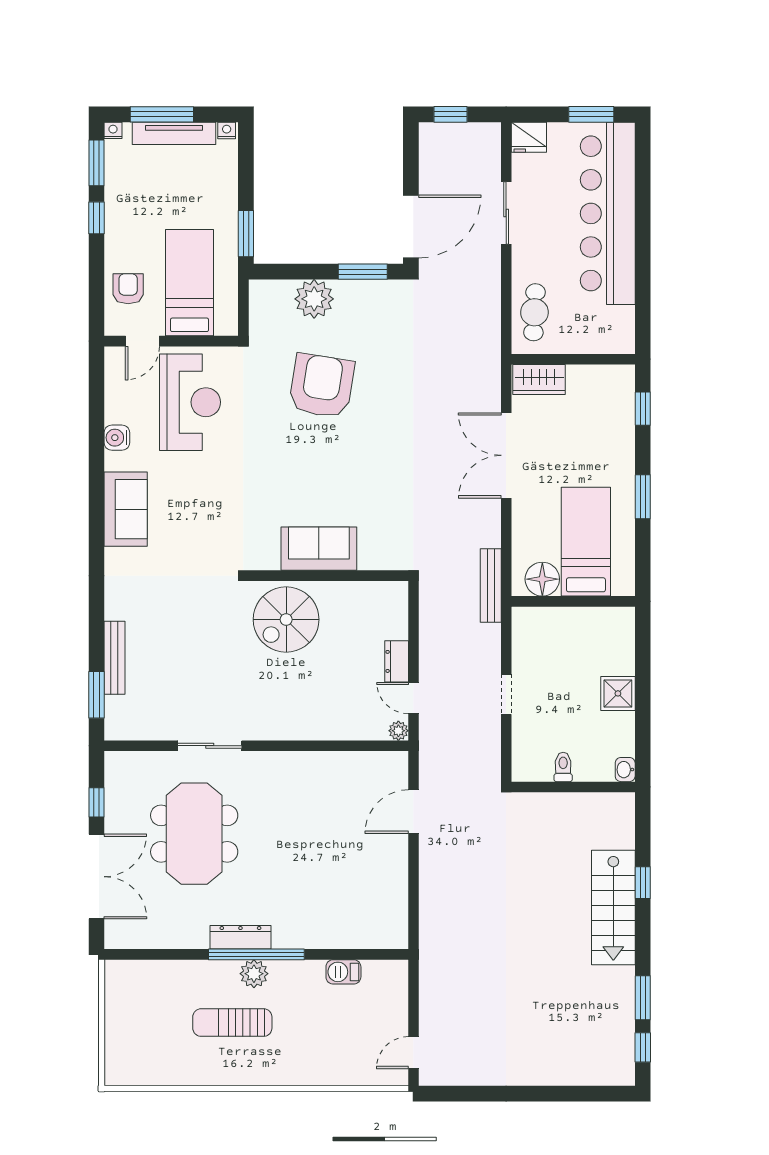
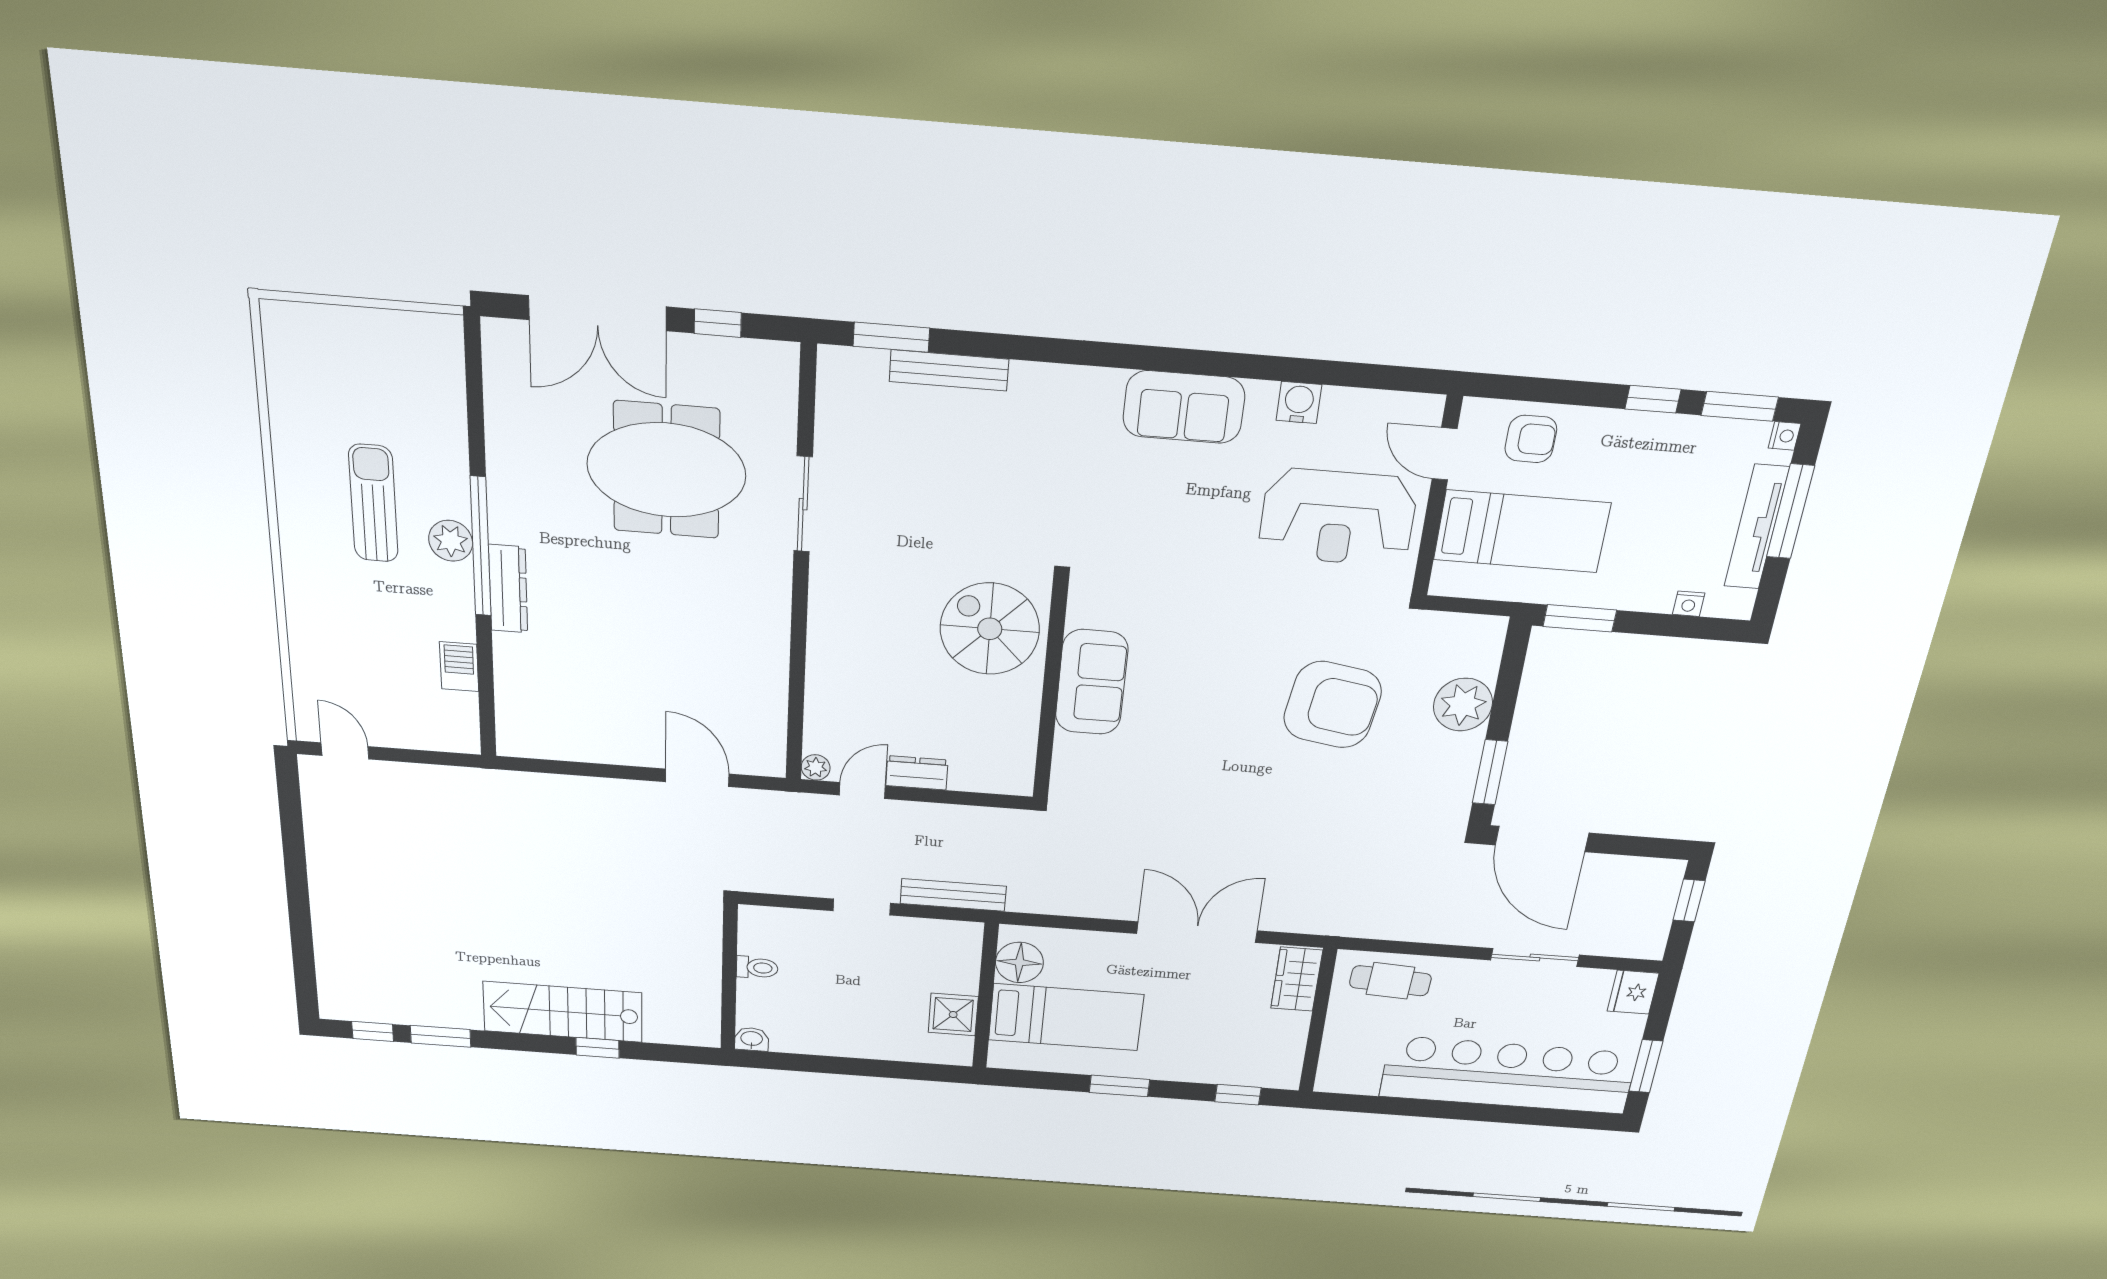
nightstand: (227, 130) -> (1689, 604), moved, turned 90
bench: (491, 585) -> (953, 895), moved
shower: (618, 693) -> (953, 1015), moved
dresser: (240, 937) -> (508, 589), moved

